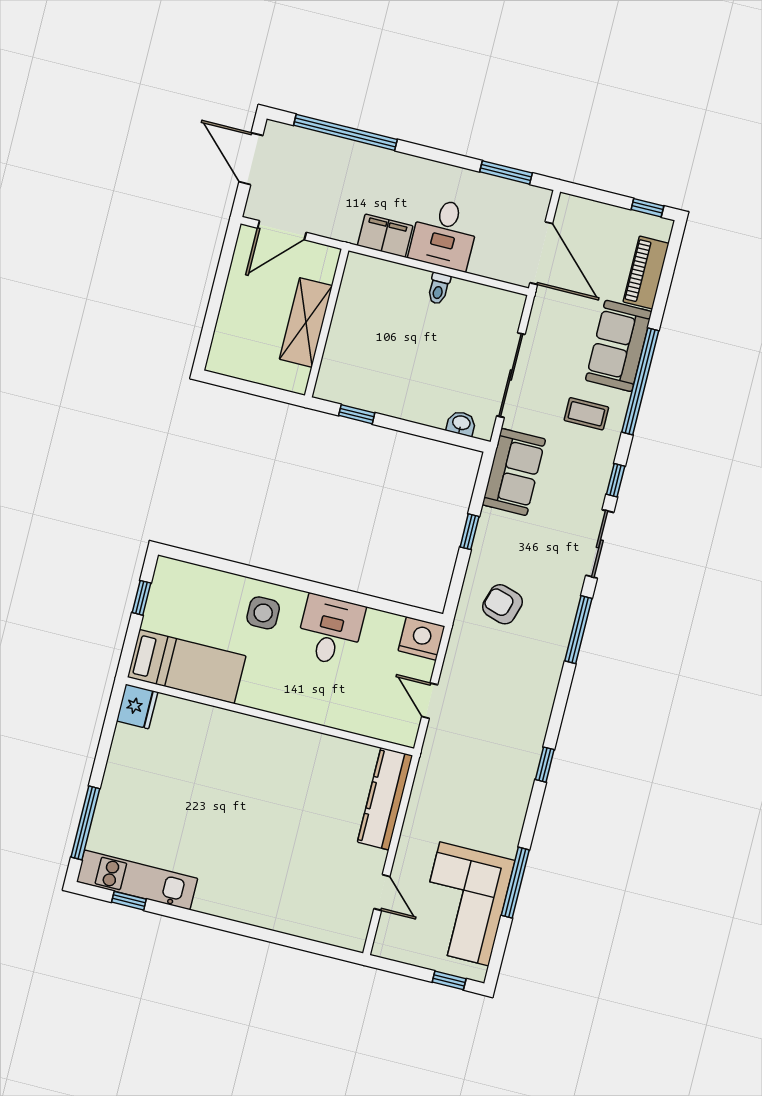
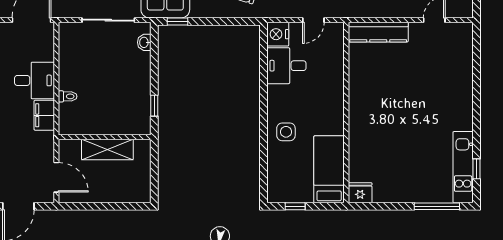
toilet: (439, 288) -> (68, 96), moved
window: (470, 532) -> (177, 21), moved
desk: (330, 630) -> (286, 66), moved

